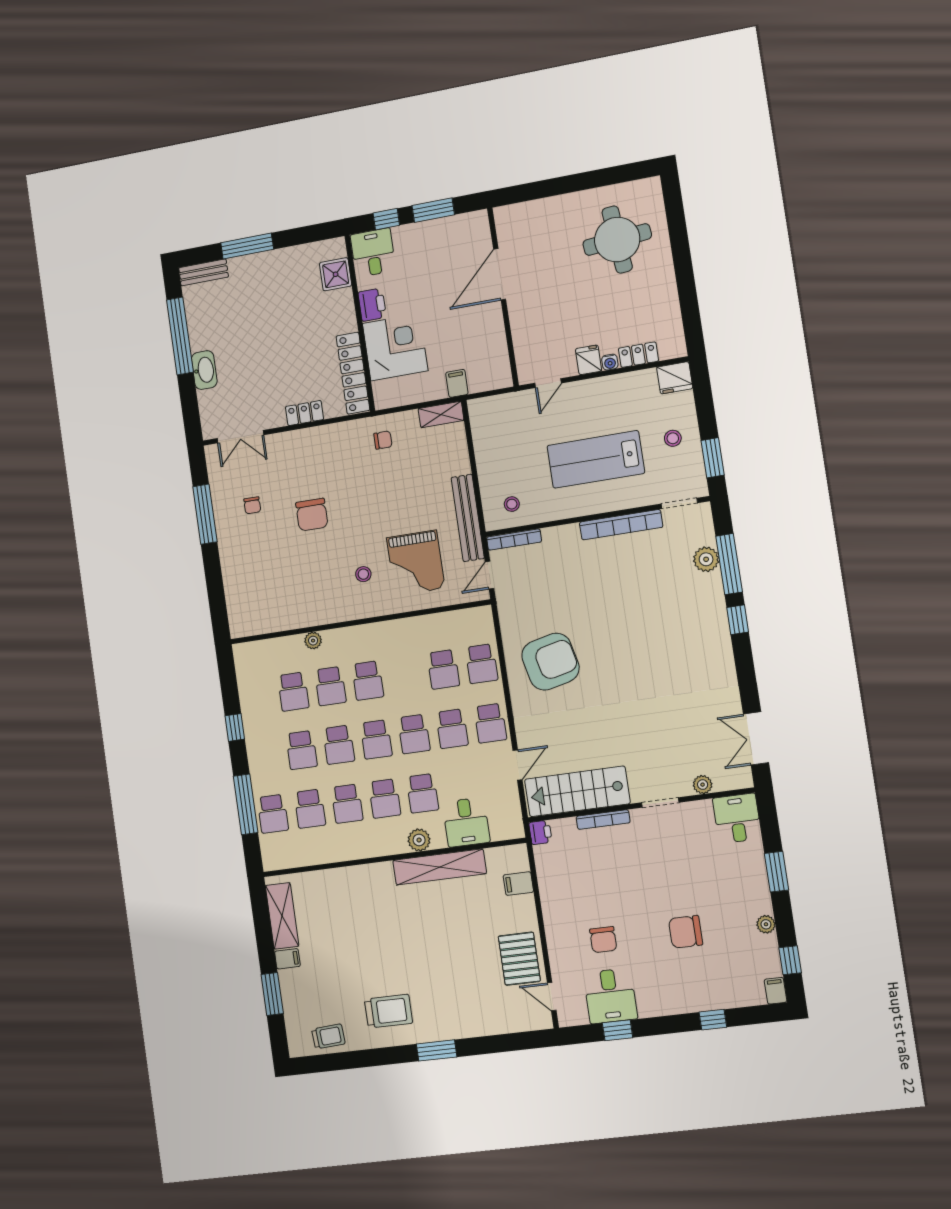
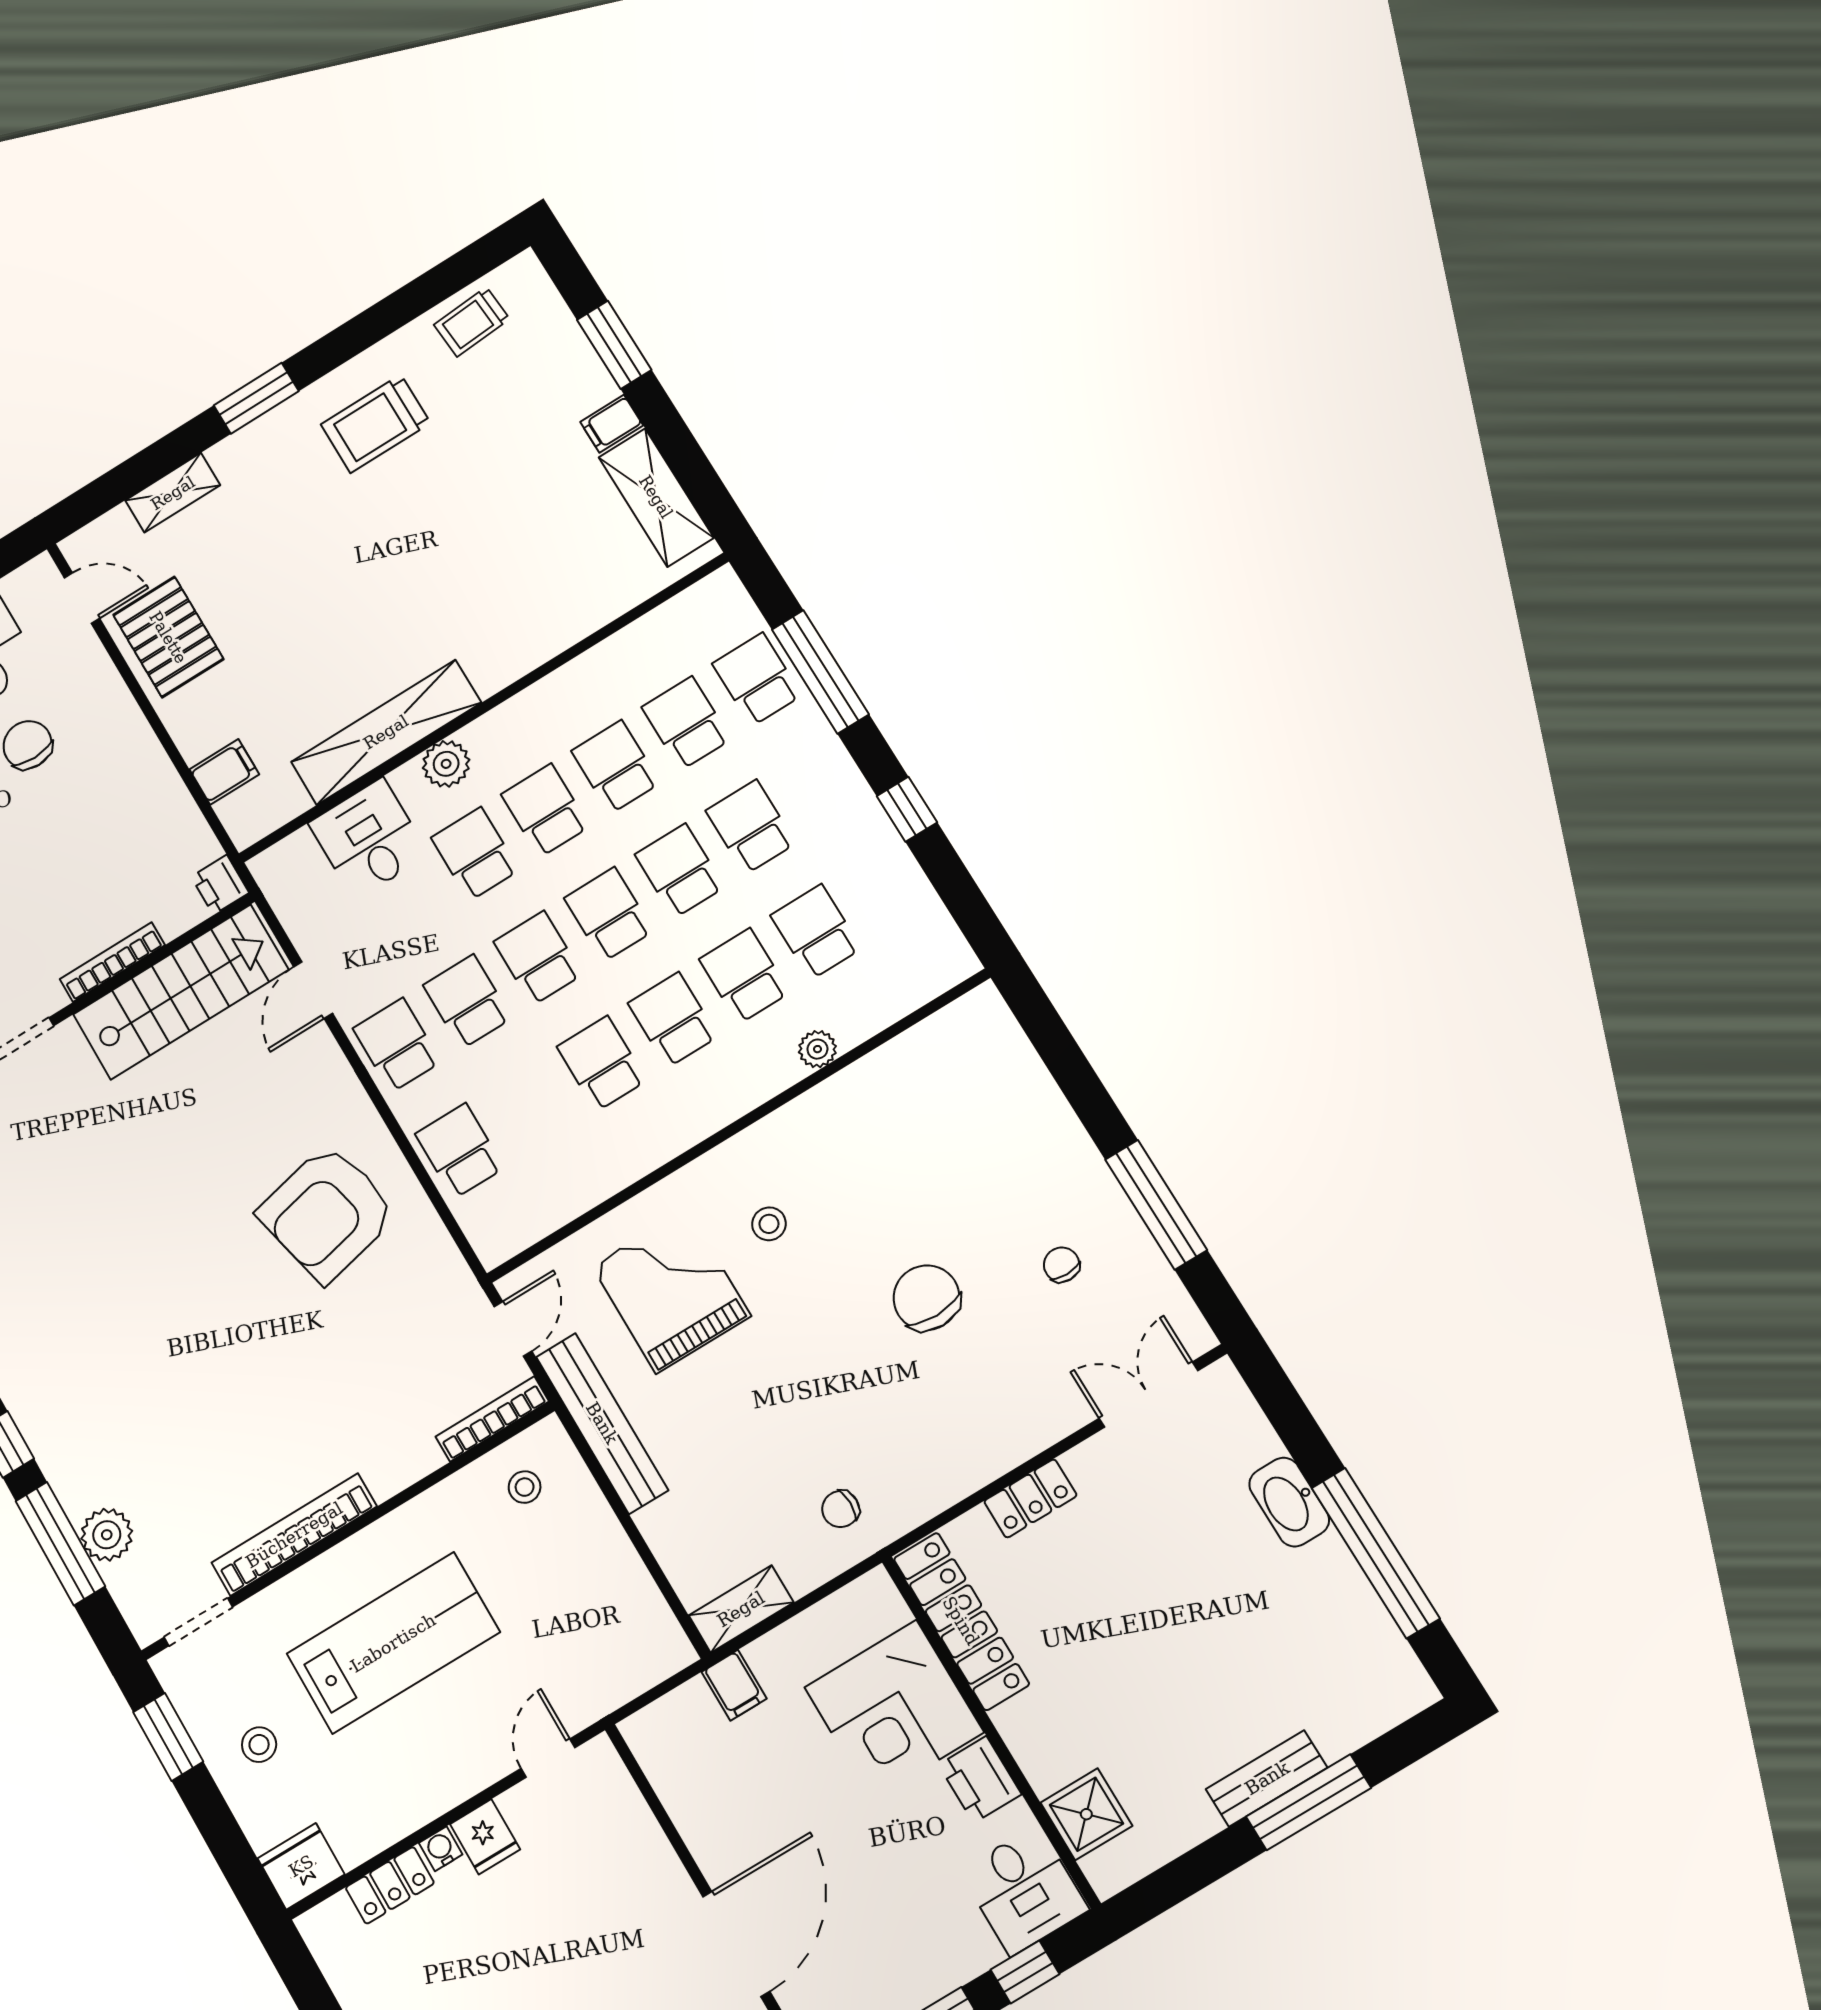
bench: (203, 272) -> (1267, 1778), moved
school desk: (443, 669) -> (602, 1064), moved
shelving: (491, 1025) -> (173, 493), added

